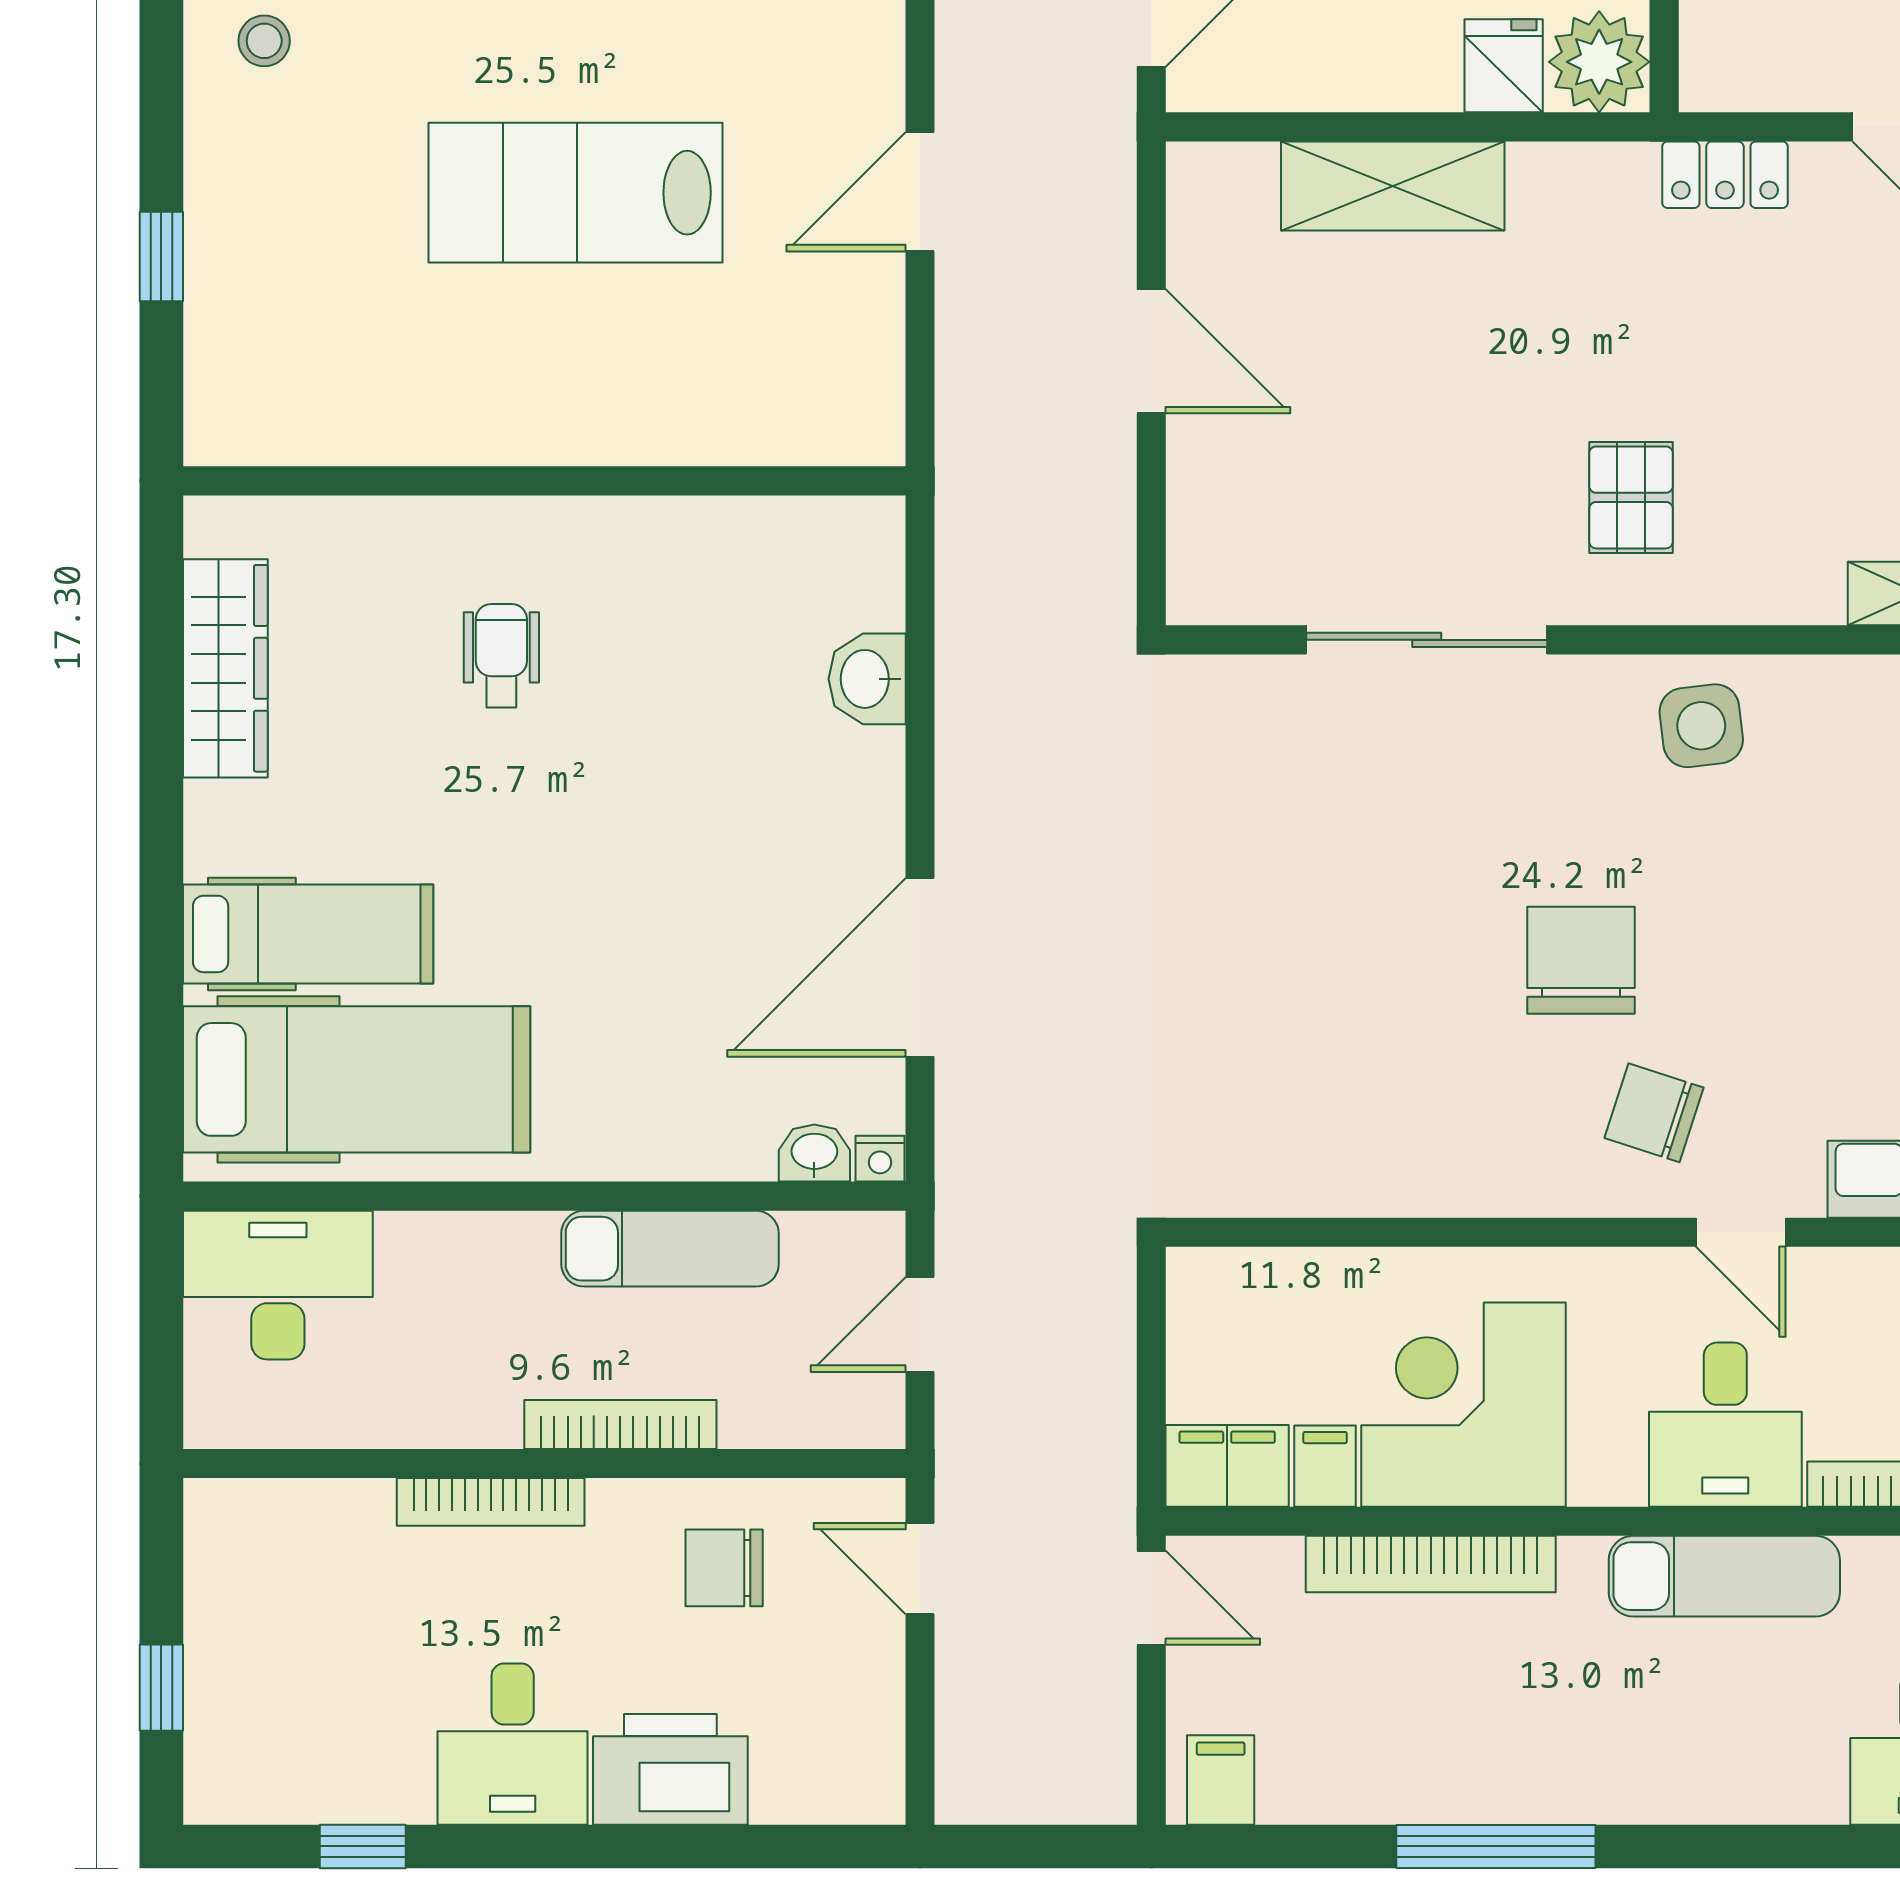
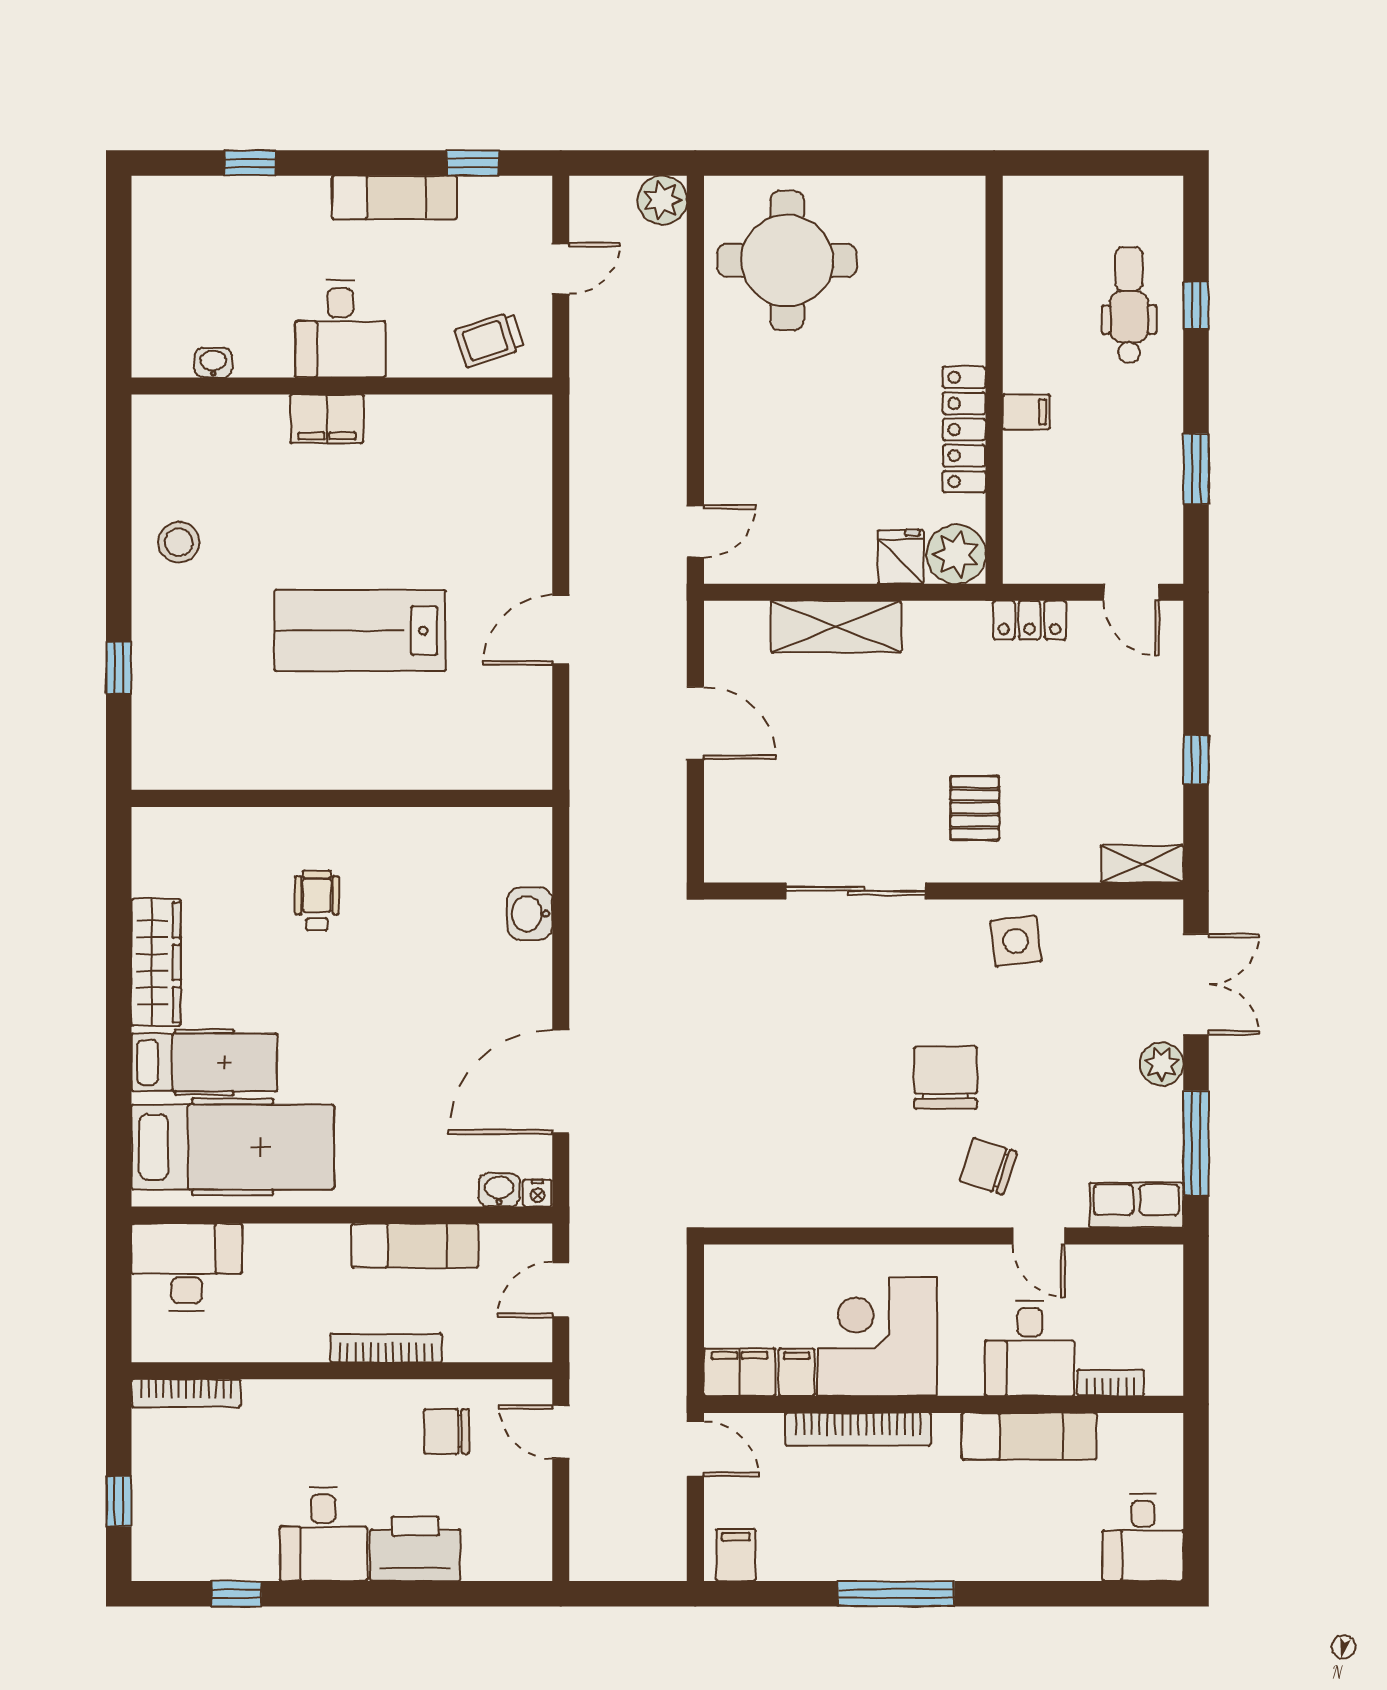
stool: (264, 41) -> (179, 542), width x1.37, depth x1.37
wardrobe: (225, 668) -> (156, 962), moved
bookcase: (491, 1502) -> (186, 1393), moved

